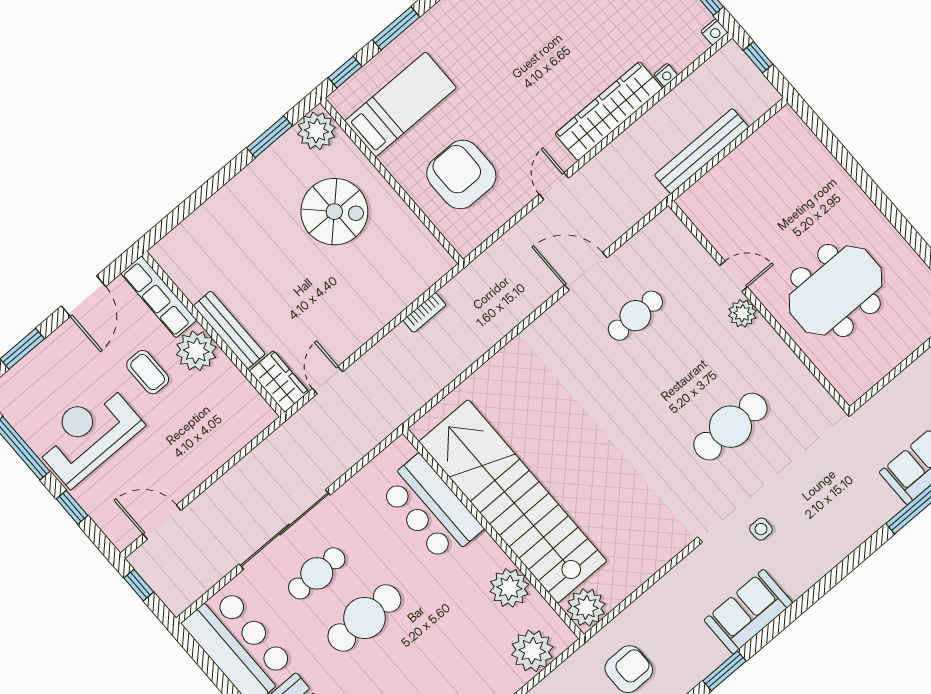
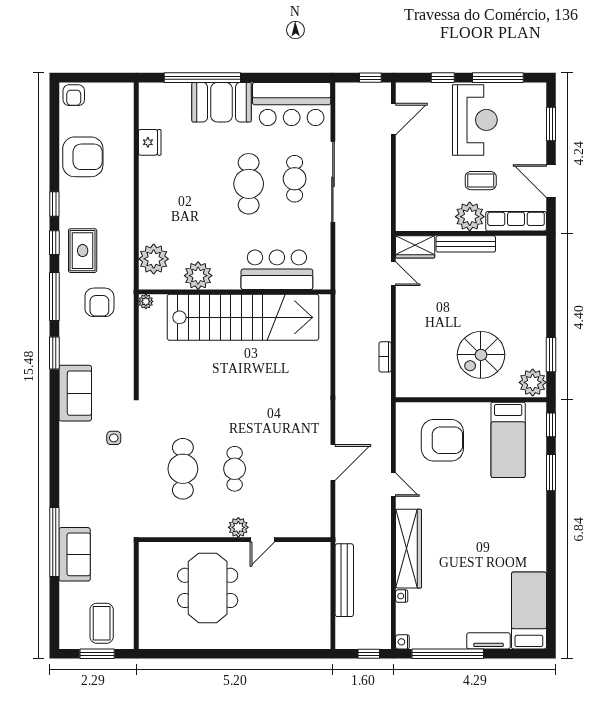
cafe table: (635, 316) -> (235, 469), moved
plant: (586, 607) -> (146, 301), width x0.53, depth x0.53

